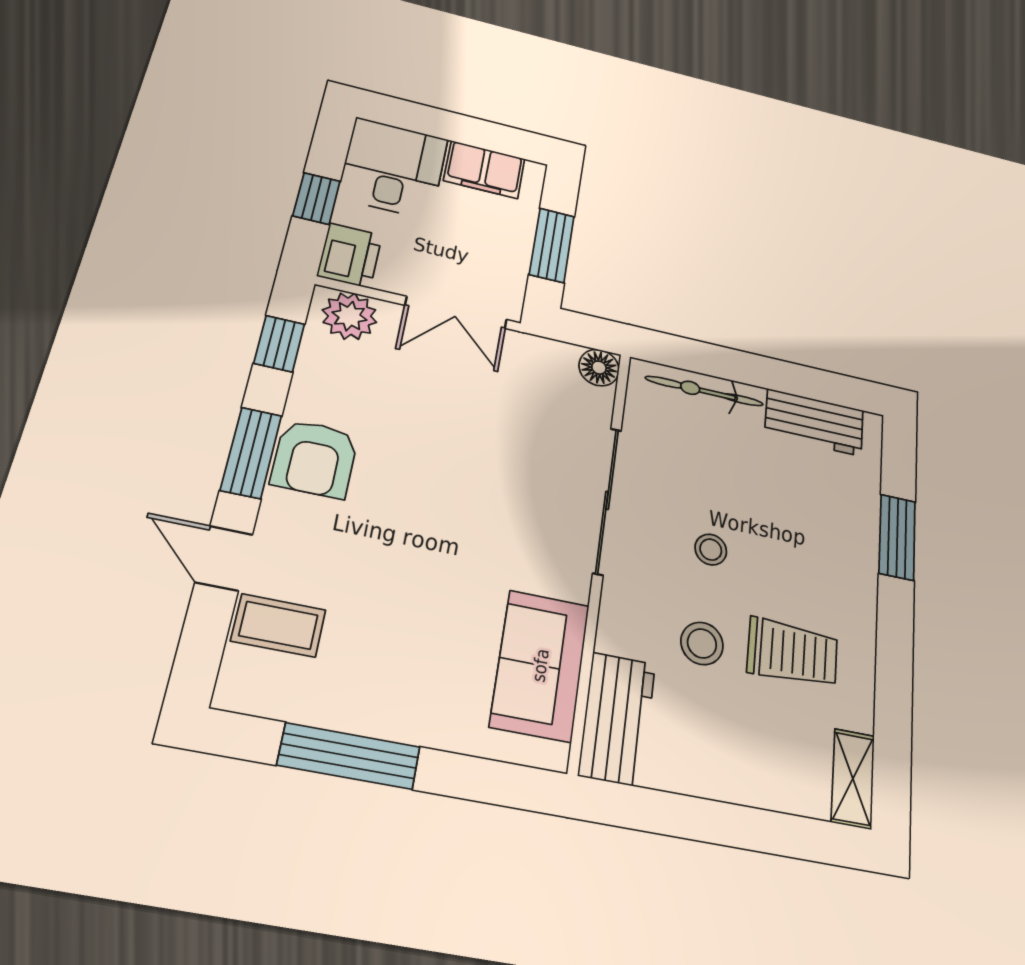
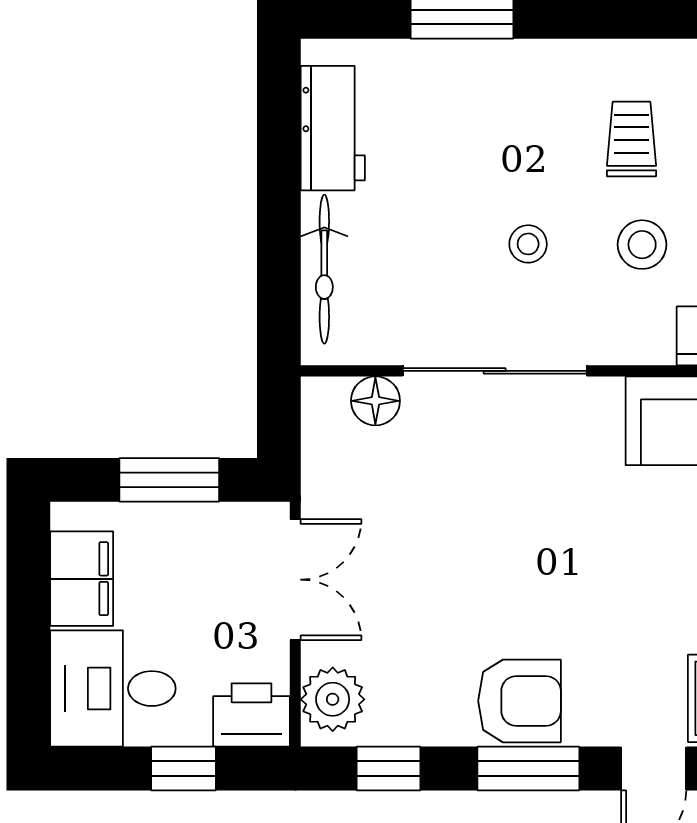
floor lamp: (599, 368) -> (375, 401), moved
trolley: (793, 653) -> (632, 139), width x0.73, depth x0.72

